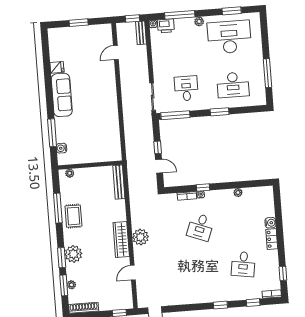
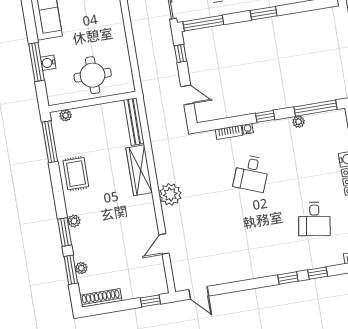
round table: (92, 146) -> (93, 75), added
window: (158, 147) -> (180, 54), moved
water cooler: (61, 148) -> (48, 63), moved
window: (251, 184) -> (316, 108), added
window: (203, 188) -> (265, 116), moved
window: (58, 208) -> (50, 142), moved
wardrobe: (121, 240) -> (139, 170), moved
plant: (73, 254) -> (74, 221), width x0.53, depth x0.53
window: (253, 303) -> (318, 273), moved

